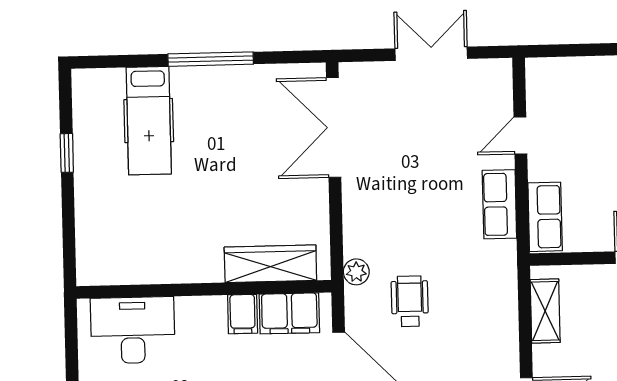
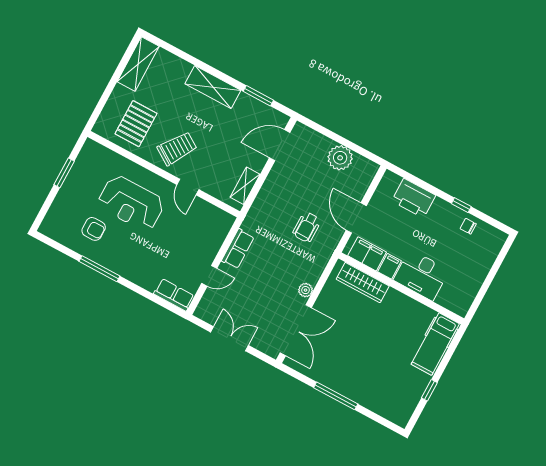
double door: (431, 54) -> (229, 339), swing flipped
hospital bed: (149, 121) -> (435, 344), moved, turned 180
row of seats: (545, 217) -> (174, 295), moved, turned 90
plant: (356, 272) -> (305, 290), moved
desk: (133, 330) -> (421, 275), moved

